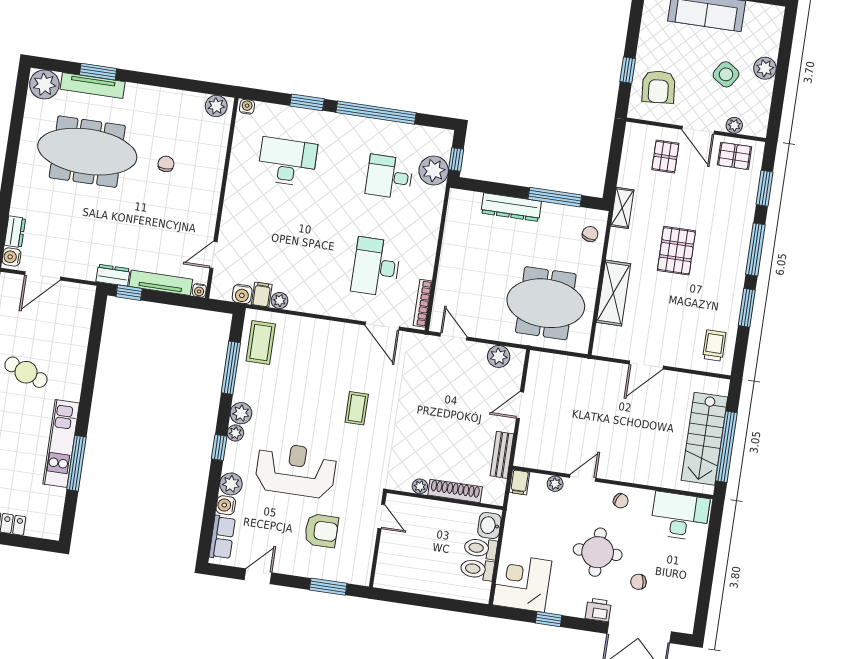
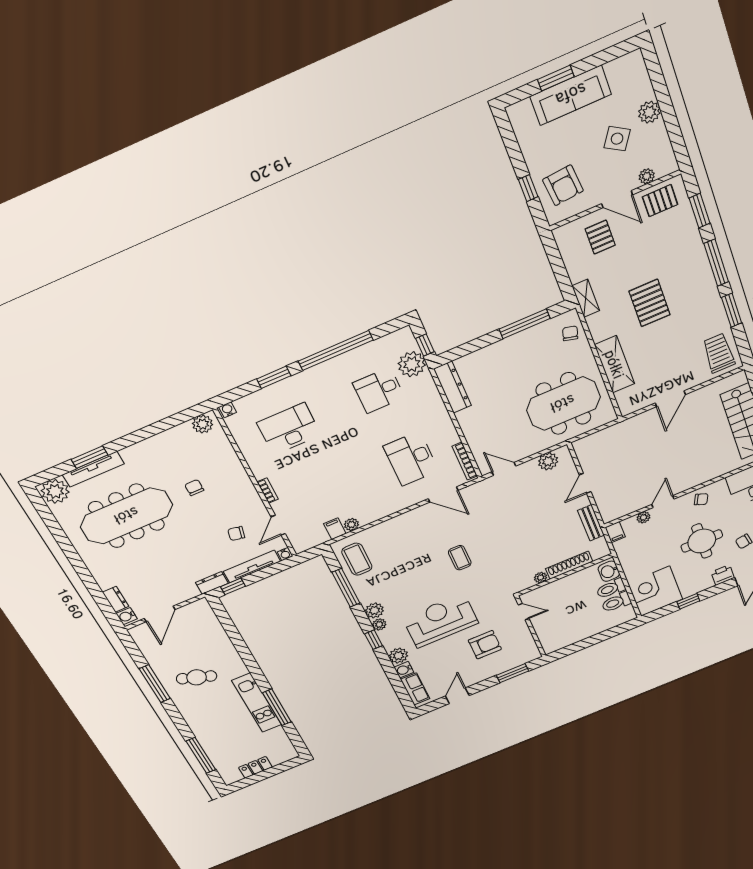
dresser: (511, 207) -> (452, 387), moved, turned -90
bookcase: (228, 212) -> (268, 491), added
chair: (170, 237) -> (236, 534), added
water cooler: (242, 294) -> (319, 537), removed
trolley: (714, 346) -> (719, 353), width x1.36, depth x1.39

